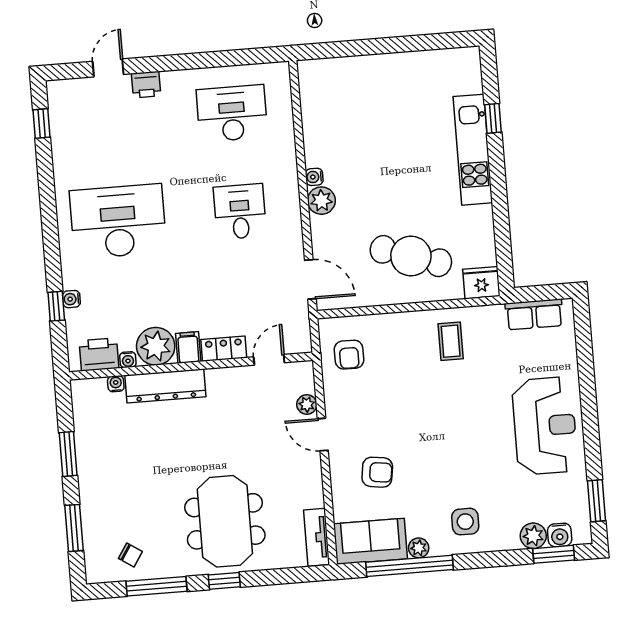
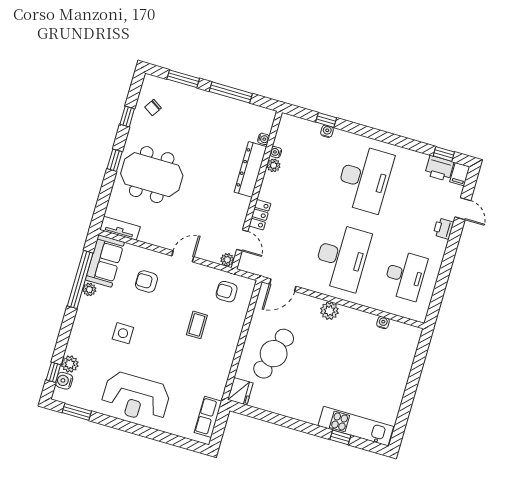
kitchen unit: (473, 150) -> (356, 426), moved
water cooler: (314, 177) -> (383, 323), moved
desk: (240, 212) -> (342, 257), width x1.87, depth x1.30
coffee table: (451, 341) -> (197, 325), moved, turned 90
plant: (156, 346) -> (273, 165), width x0.53, depth x0.53
filing cabinet: (188, 347) -> (460, 174), moved, turned 90
printer: (99, 354) -> (439, 168), moved, turned 90
plant: (307, 404) -> (227, 260), moved
window: (68, 454) -> (231, 92), width x1.44
armchair: (377, 472) -> (146, 281), turned 82
side table: (465, 522) -> (123, 333), moved
window: (554, 554) -> (53, 372), width x0.67
window: (157, 586) -> (127, 117), width x0.46

